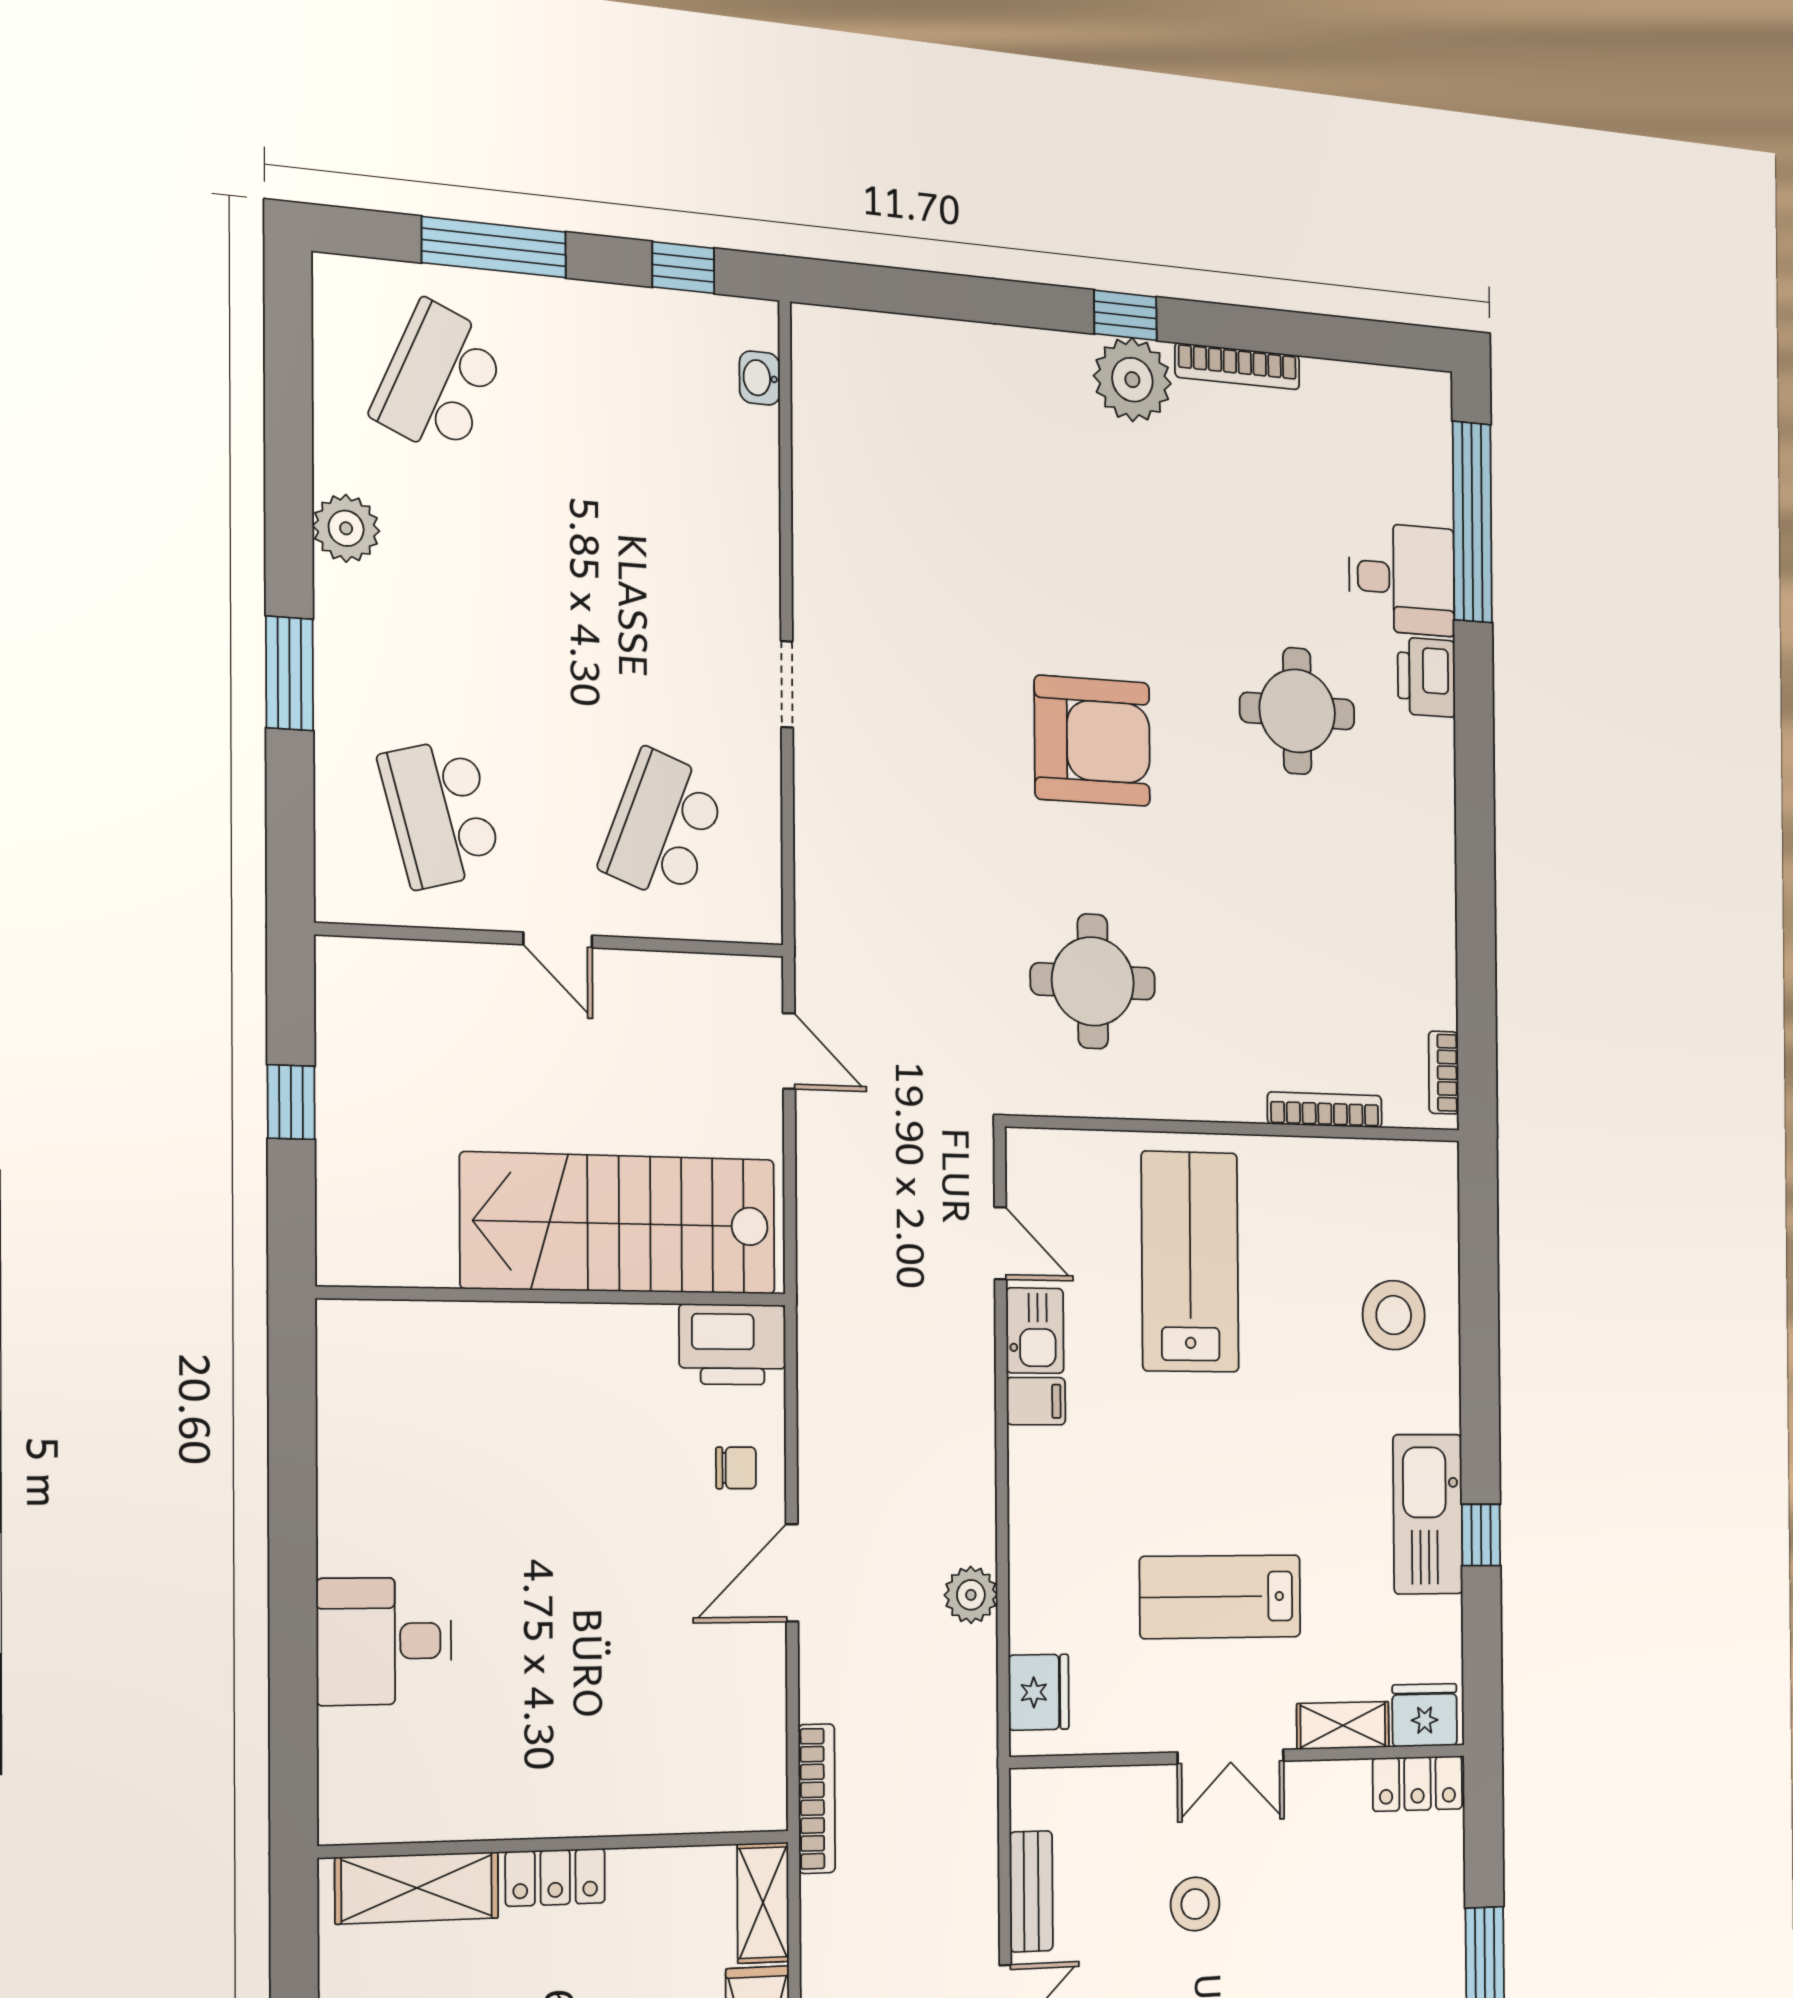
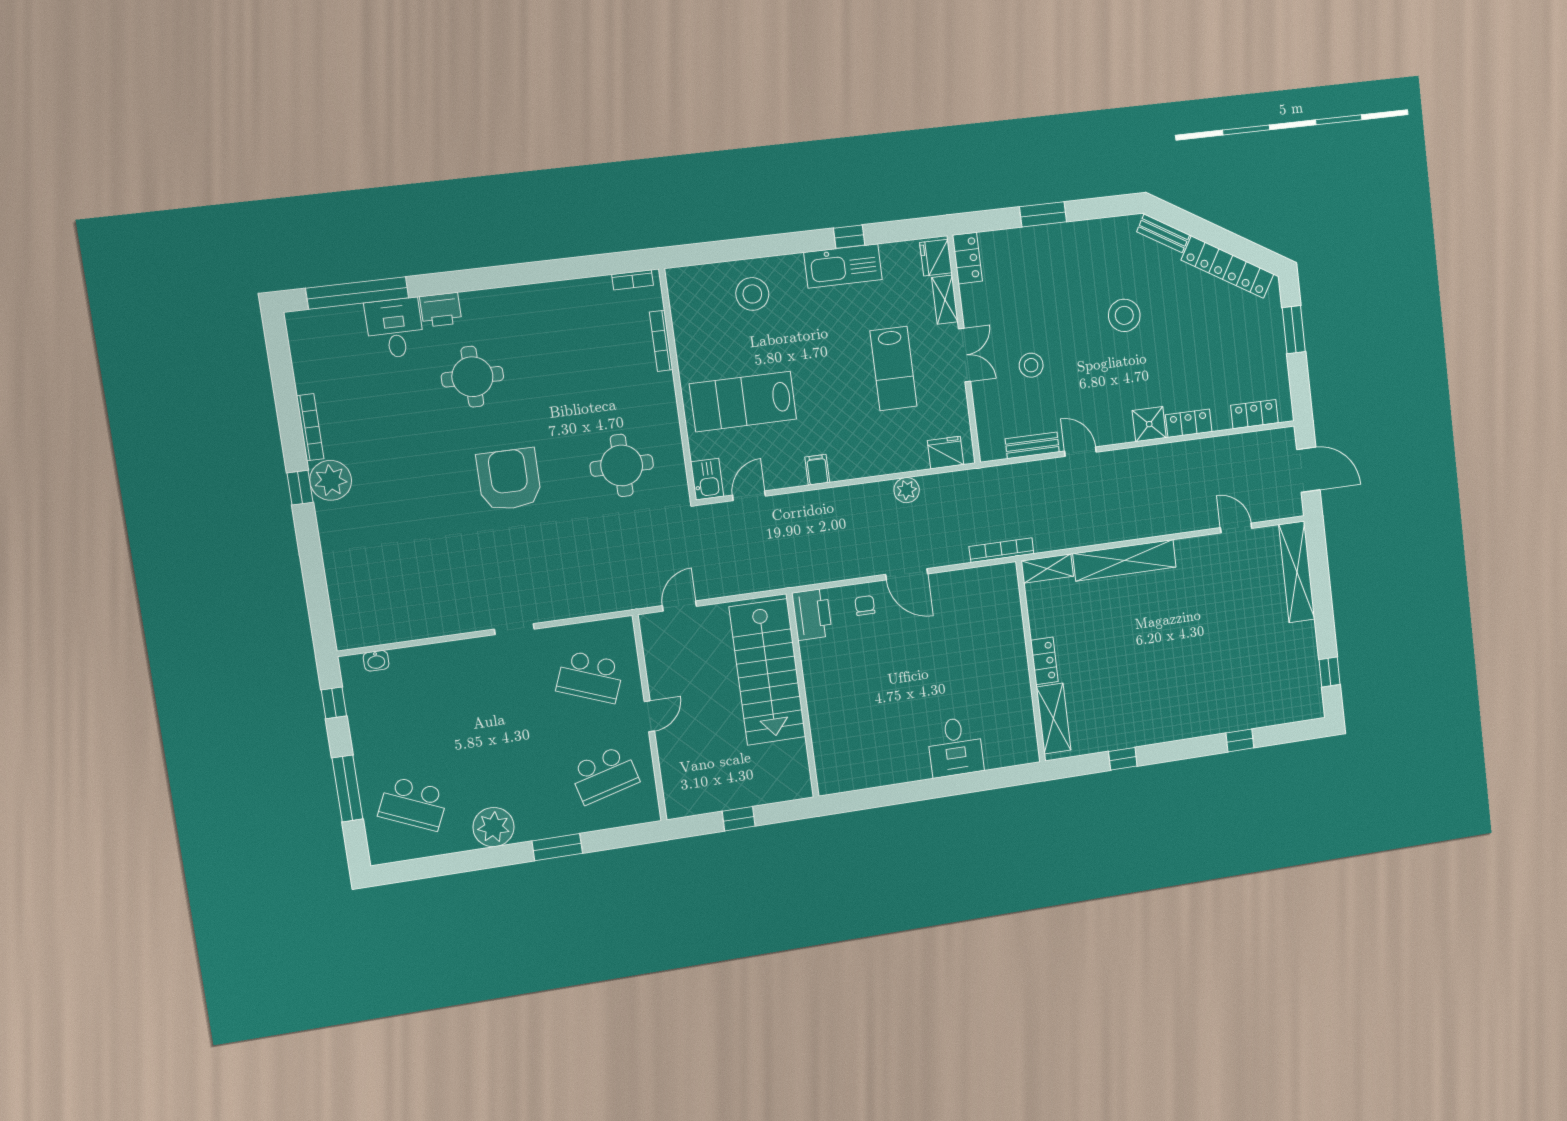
plant: (346, 528) -> (494, 827), width x1.36, depth x1.36
kitchen sink: (1035, 1331) -> (707, 479), moved, turned 90

